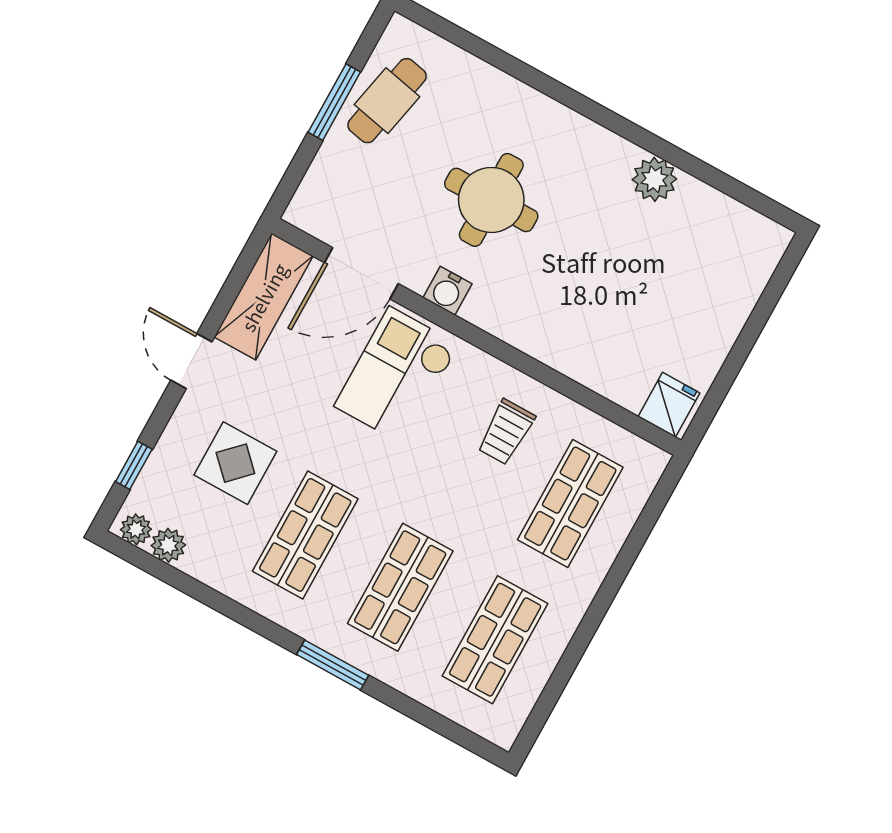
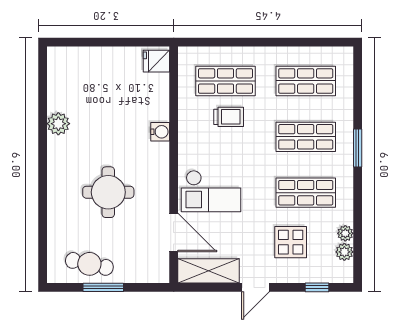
water cooler: (447, 291) -> (160, 132), moved
trolley: (506, 432) -> (229, 117), moved
plant: (136, 529) -> (345, 233), moved

